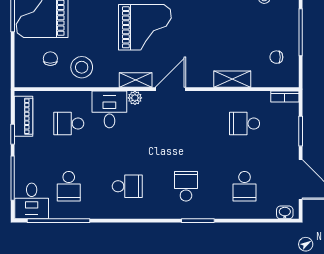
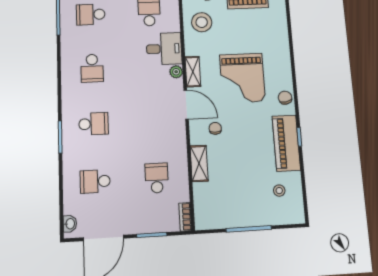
chair: (276, 57) -> (215, 128), moved

